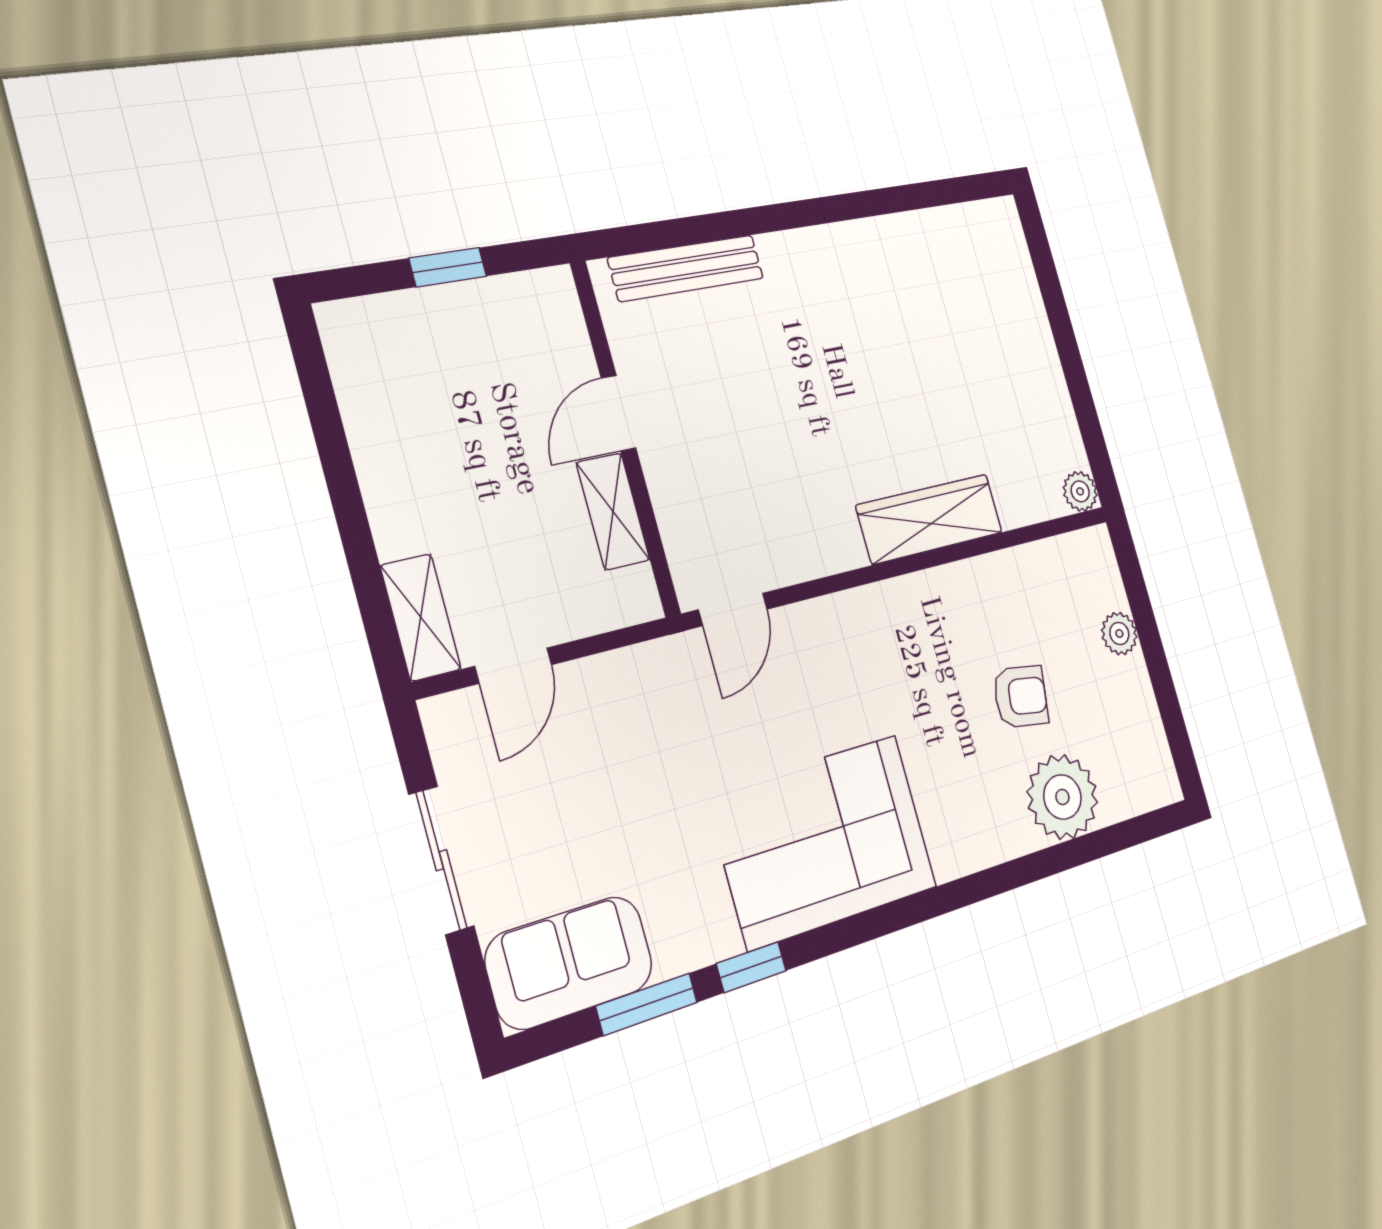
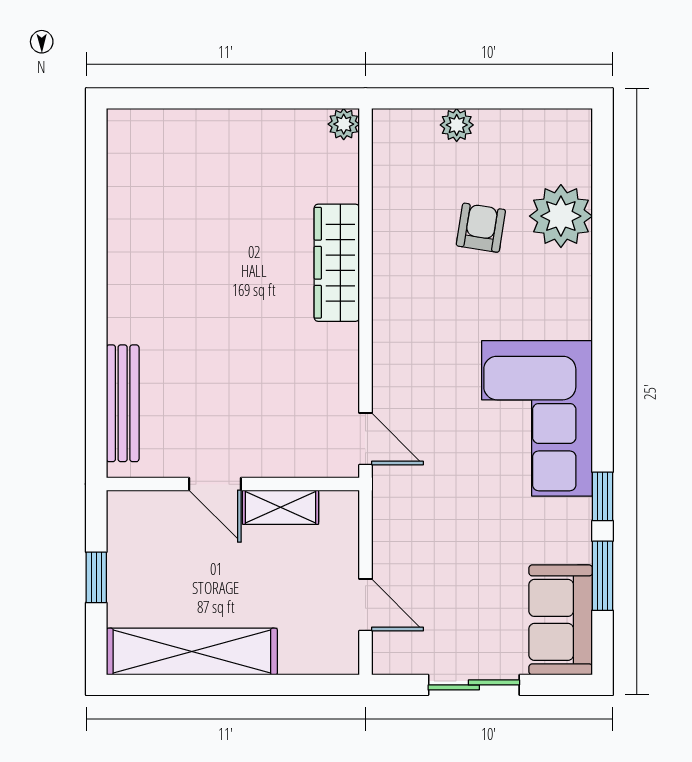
shelving: (421, 617) -> (192, 652), moved, width x2.20, depth x1.33

